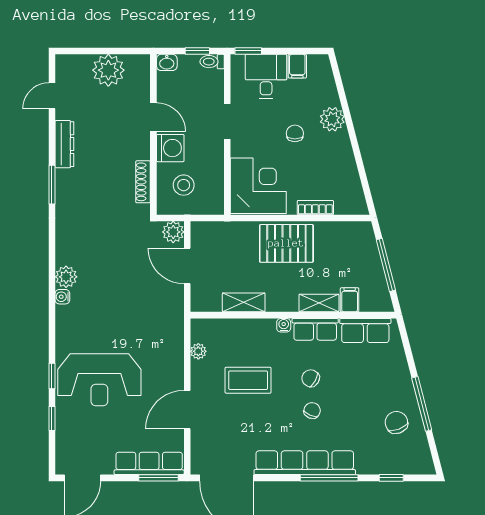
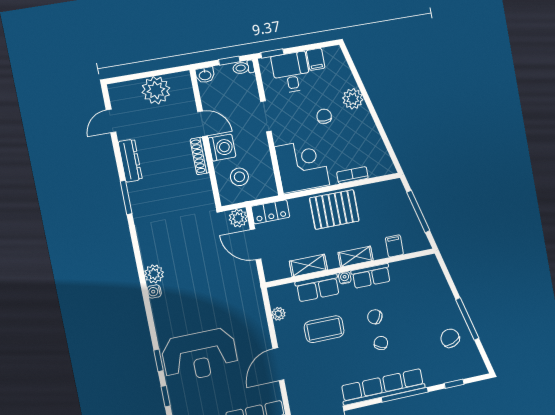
shoe rack: (143, 182) -> (200, 156), moved
locker: (212, 232) -> (270, 212), added
shelving: (319, 303) -> (356, 257), moved
row of seats: (365, 331) -> (318, 288), moved

